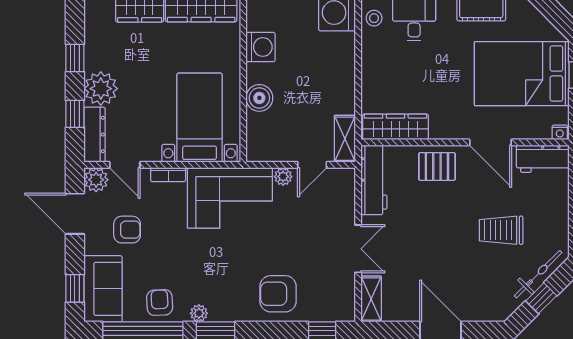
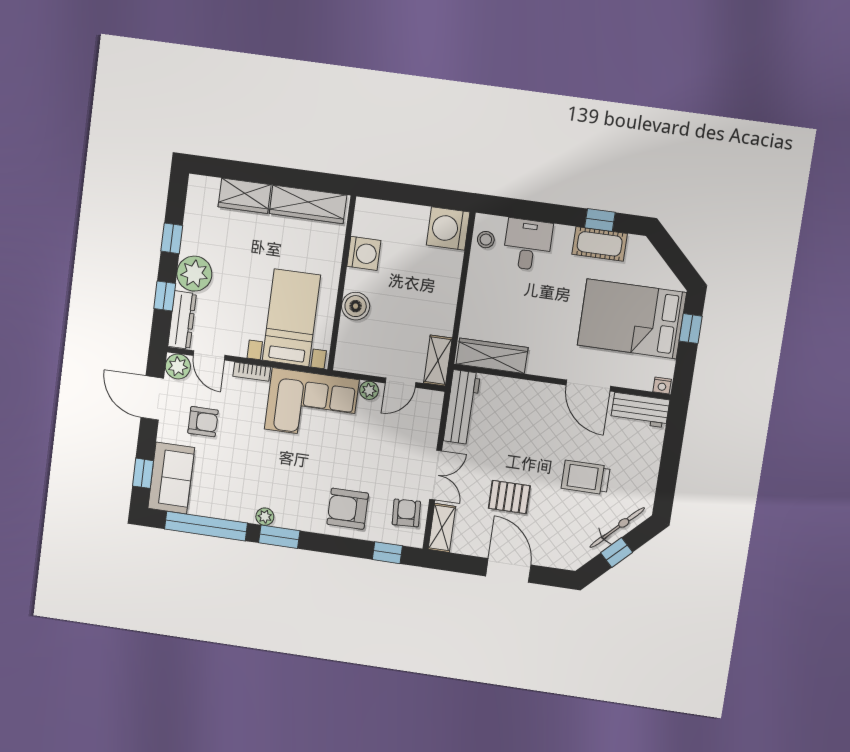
pallet: (437, 167) -> (509, 497), moved
armchair: (160, 302) -> (406, 513), moved

